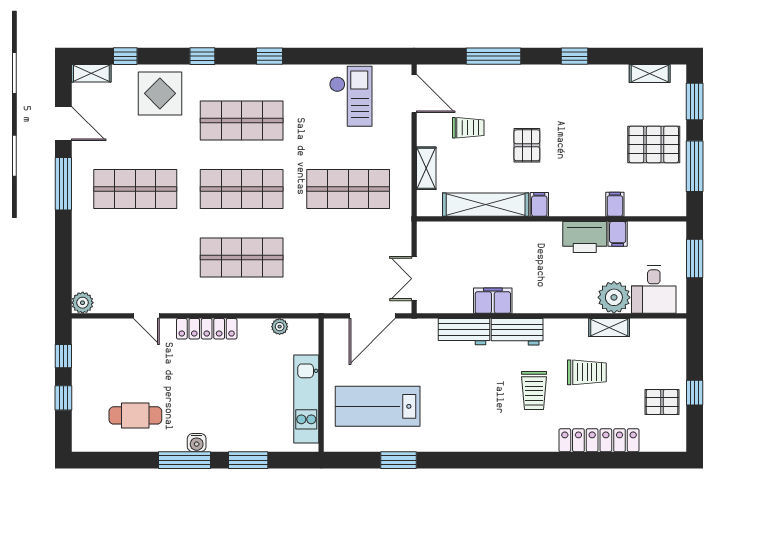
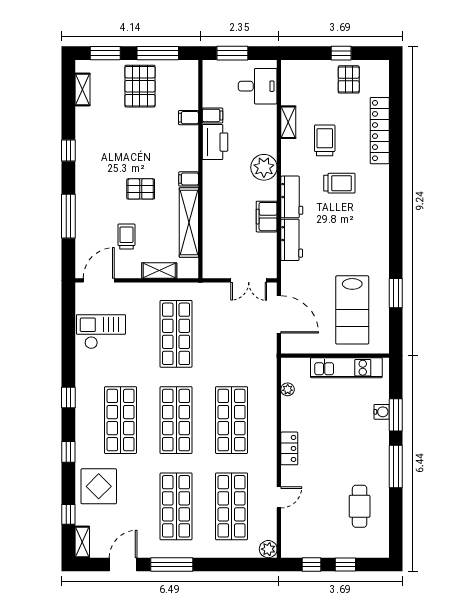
shop shelf: (135, 257) -> (232, 506), added
plant: (614, 297) -> (264, 167), moved
locker: (207, 329) -> (289, 448), width x0.66
water cooler: (197, 443) -> (382, 412), moved

